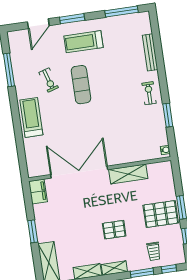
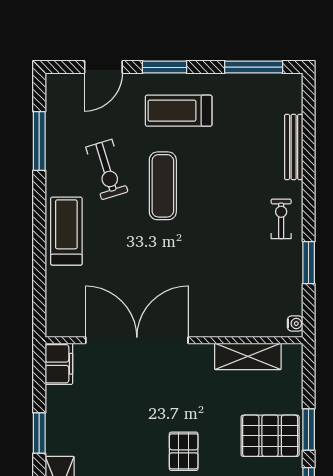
exercise bike: (49, 80) -> (107, 169), width x1.38, depth x1.39
shelving: (128, 174) -> (248, 356), moved
pallet: (114, 230) -> (184, 451), turned 90

